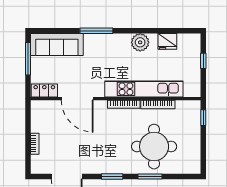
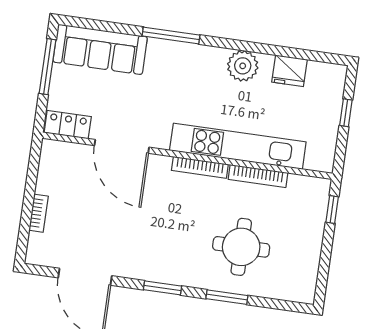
round table: (154, 147) -> (241, 247), width x0.73, depth x0.73

